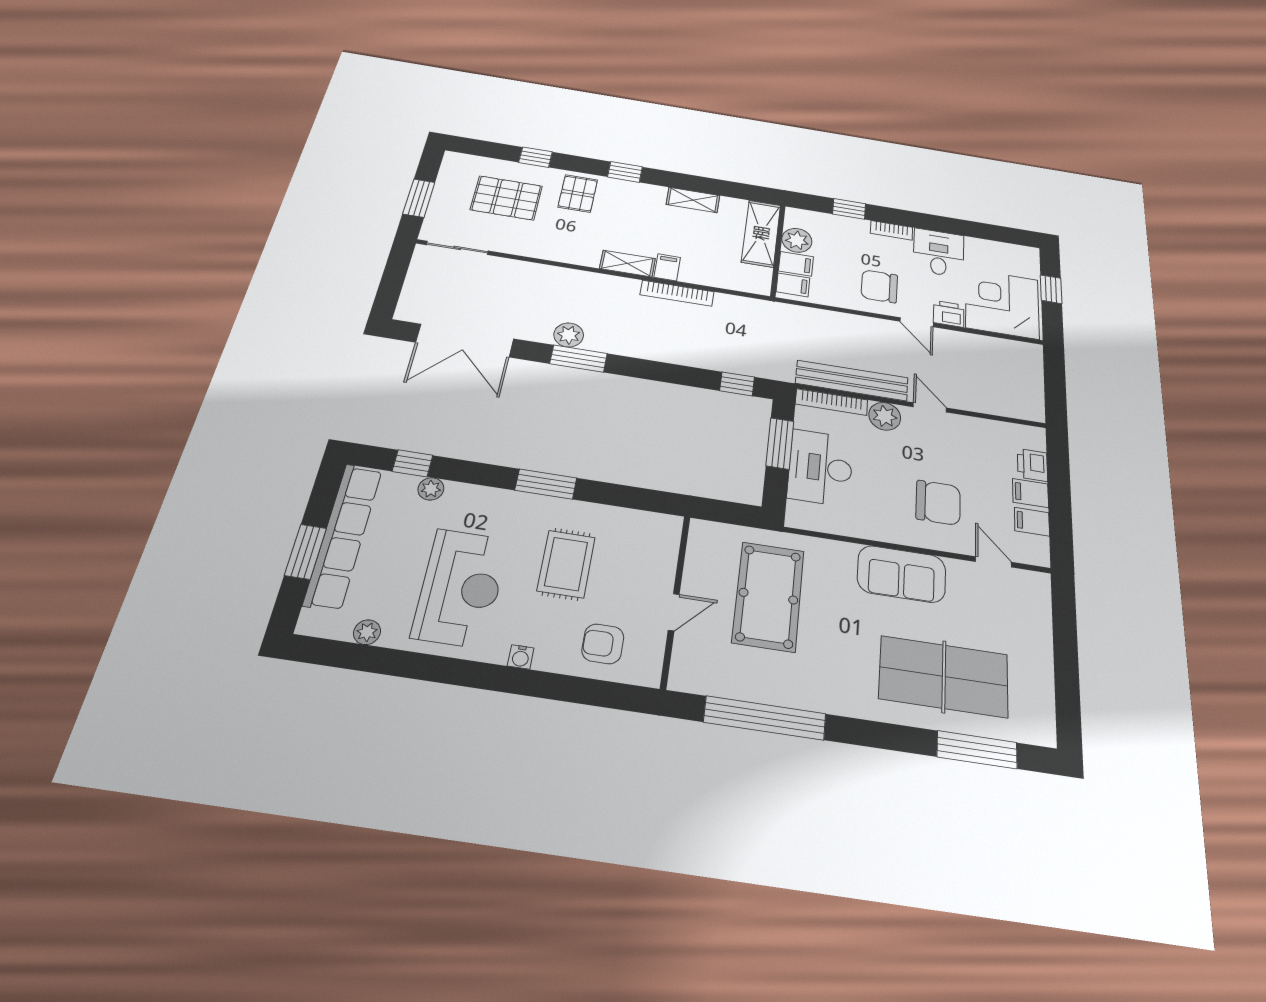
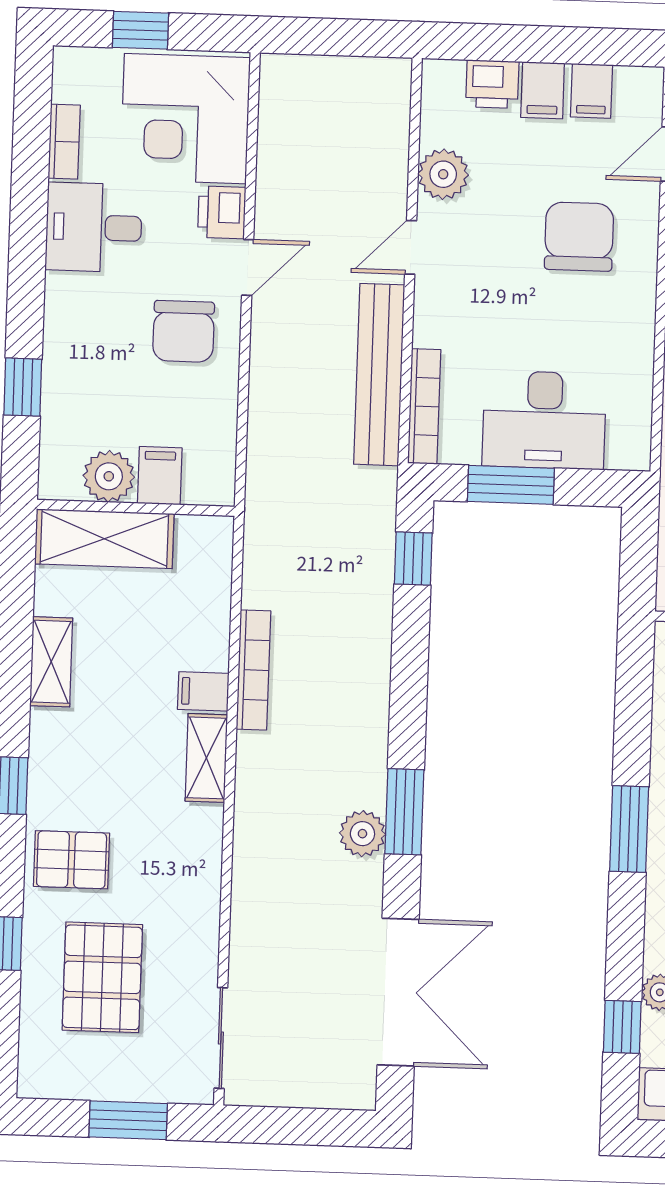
bookcase: (891, 230) -> (64, 142), moved
filing cabinet: (793, 285) -> (205, 479), removed
plant: (885, 416) -> (443, 174), moved

